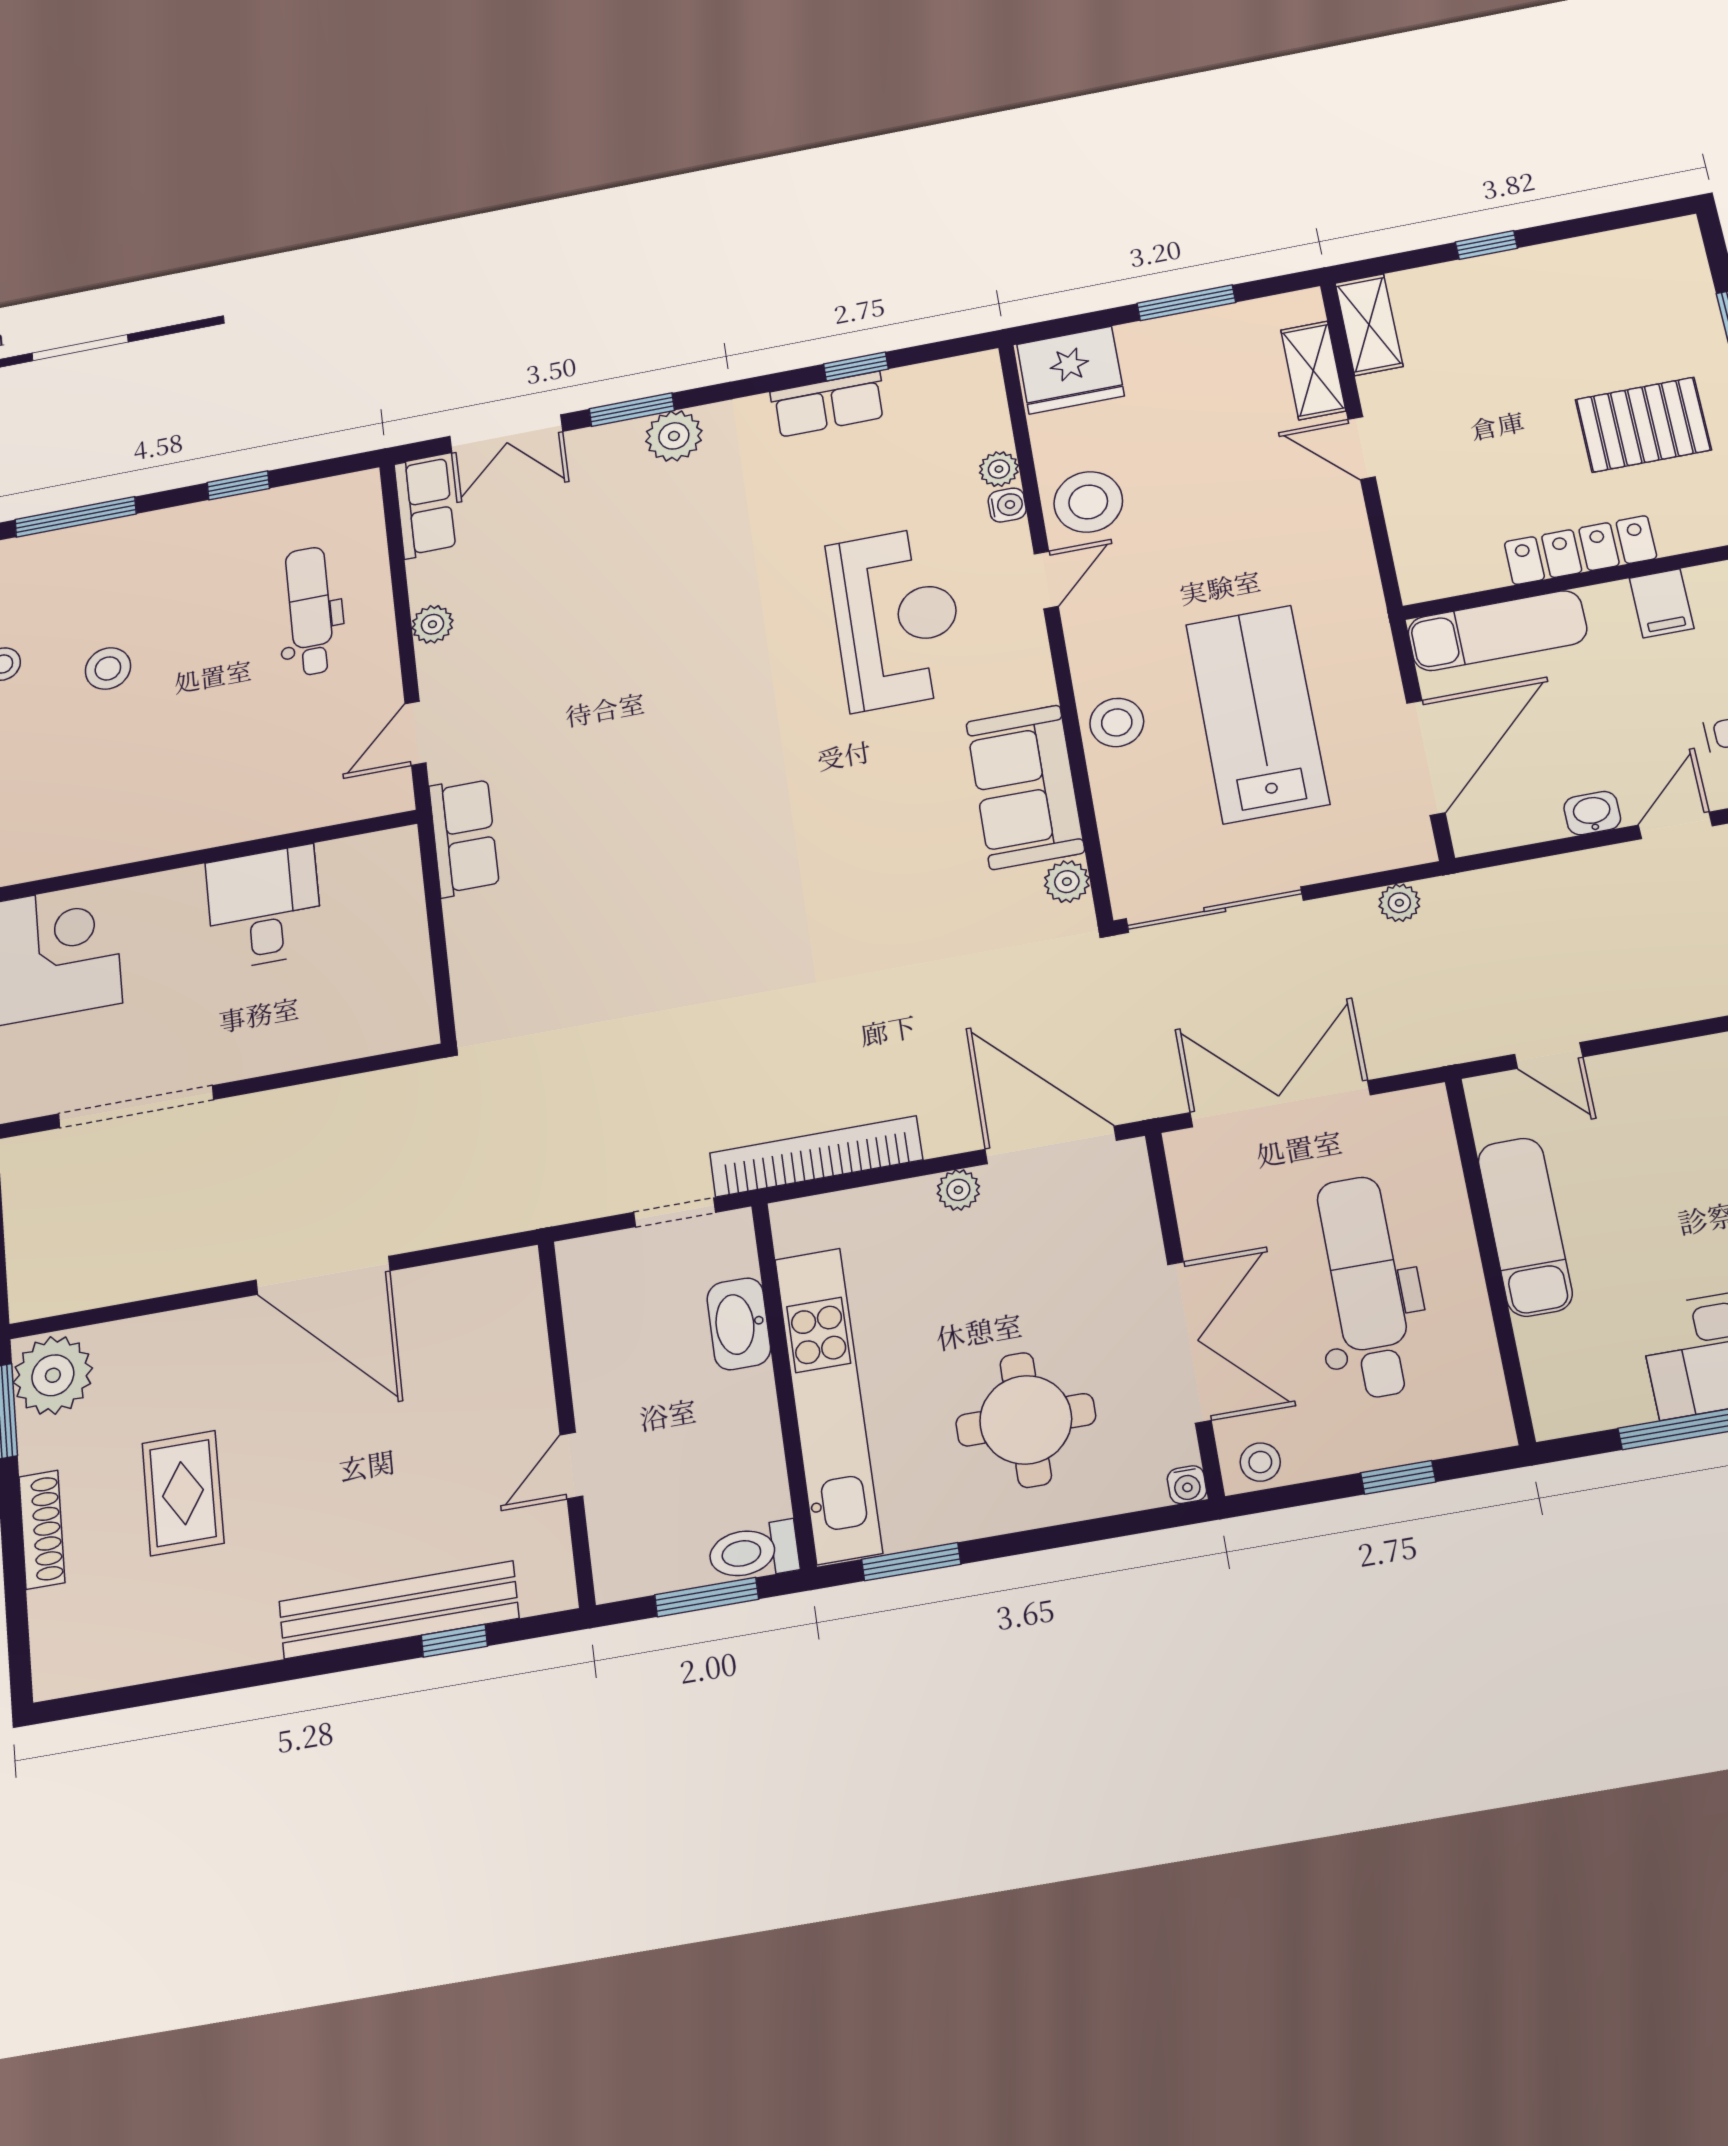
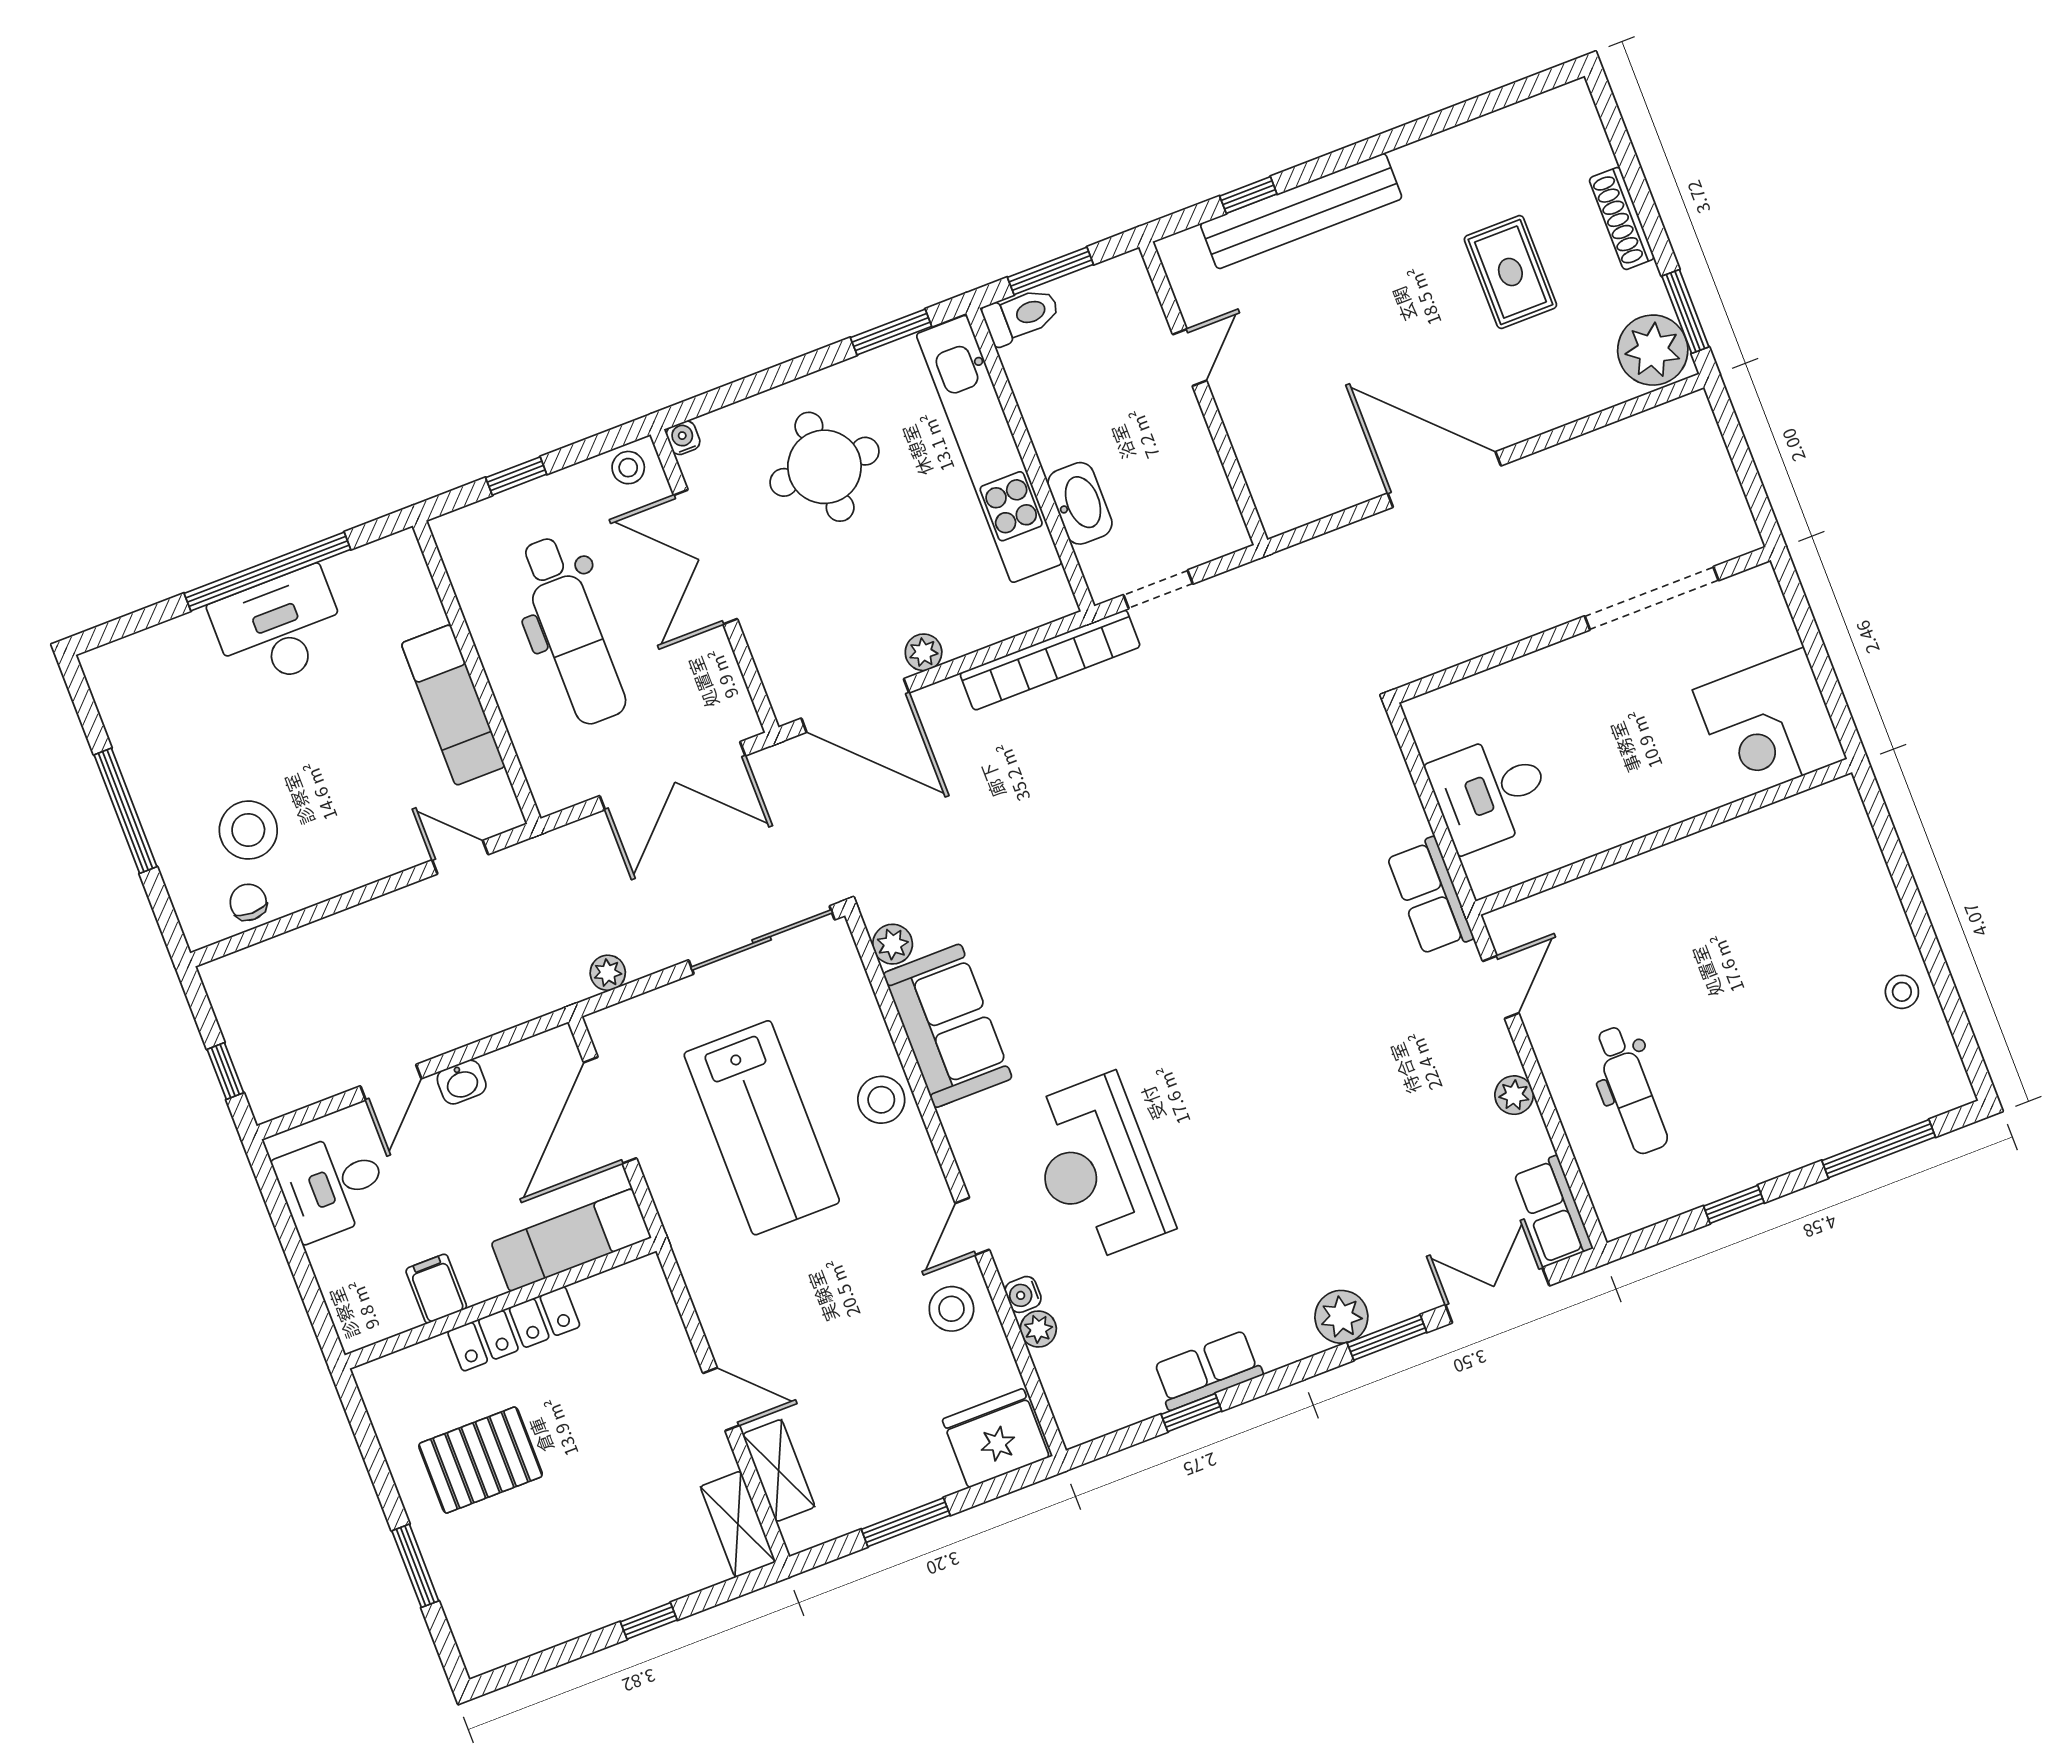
stool: (1088, 502) -> (951, 1309), width x0.73, depth x0.73
stool: (108, 668) -> (1802, 1003), removed
desk: (264, 907) -> (1490, 792), moved, turned 90

